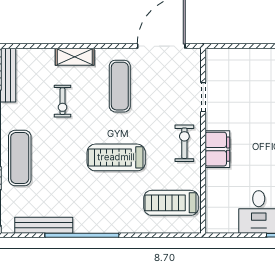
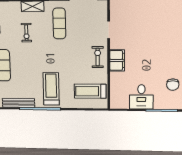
treadmill: (116, 157) -> (51, 89), moved, turned 90

